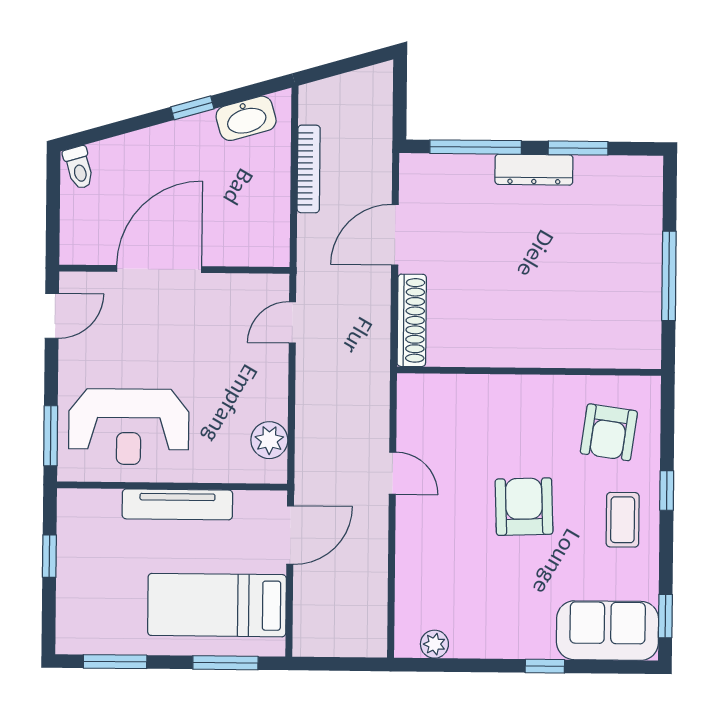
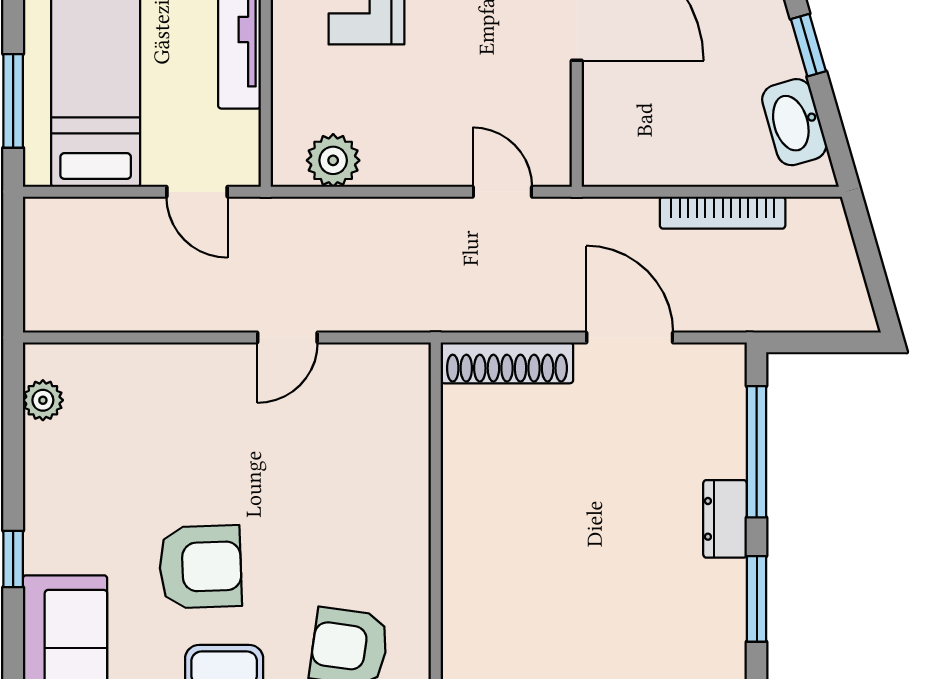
dresser: (534, 170) -> (725, 519), width x0.70
armchair: (524, 507) -> (200, 567), moved
door: (290, 535) -> (197, 192), width x0.73

